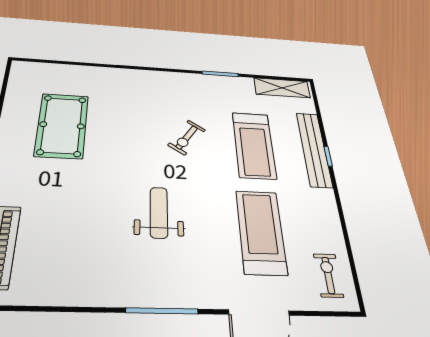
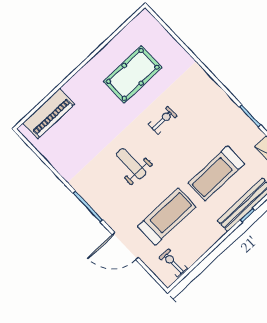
exercise bike: (187, 137) -> (163, 120), moved, turned 146
weight bench: (159, 212) -> (131, 164), turned -90
exercise bike: (328, 275) -> (173, 263), turned -90

